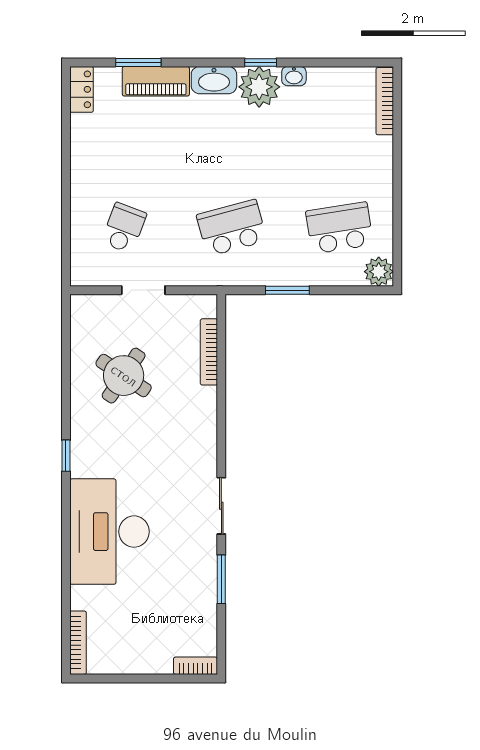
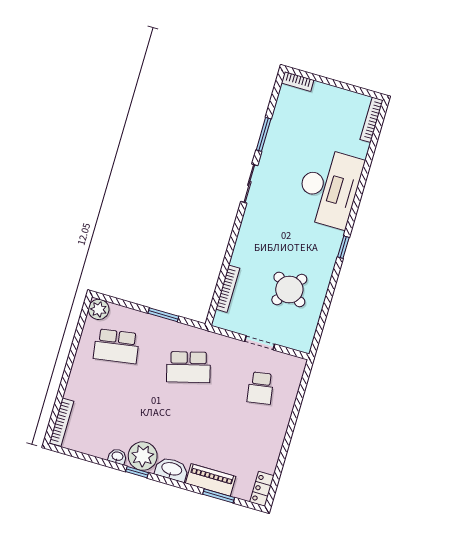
school desk: (124, 228) -> (261, 388), turned -30

